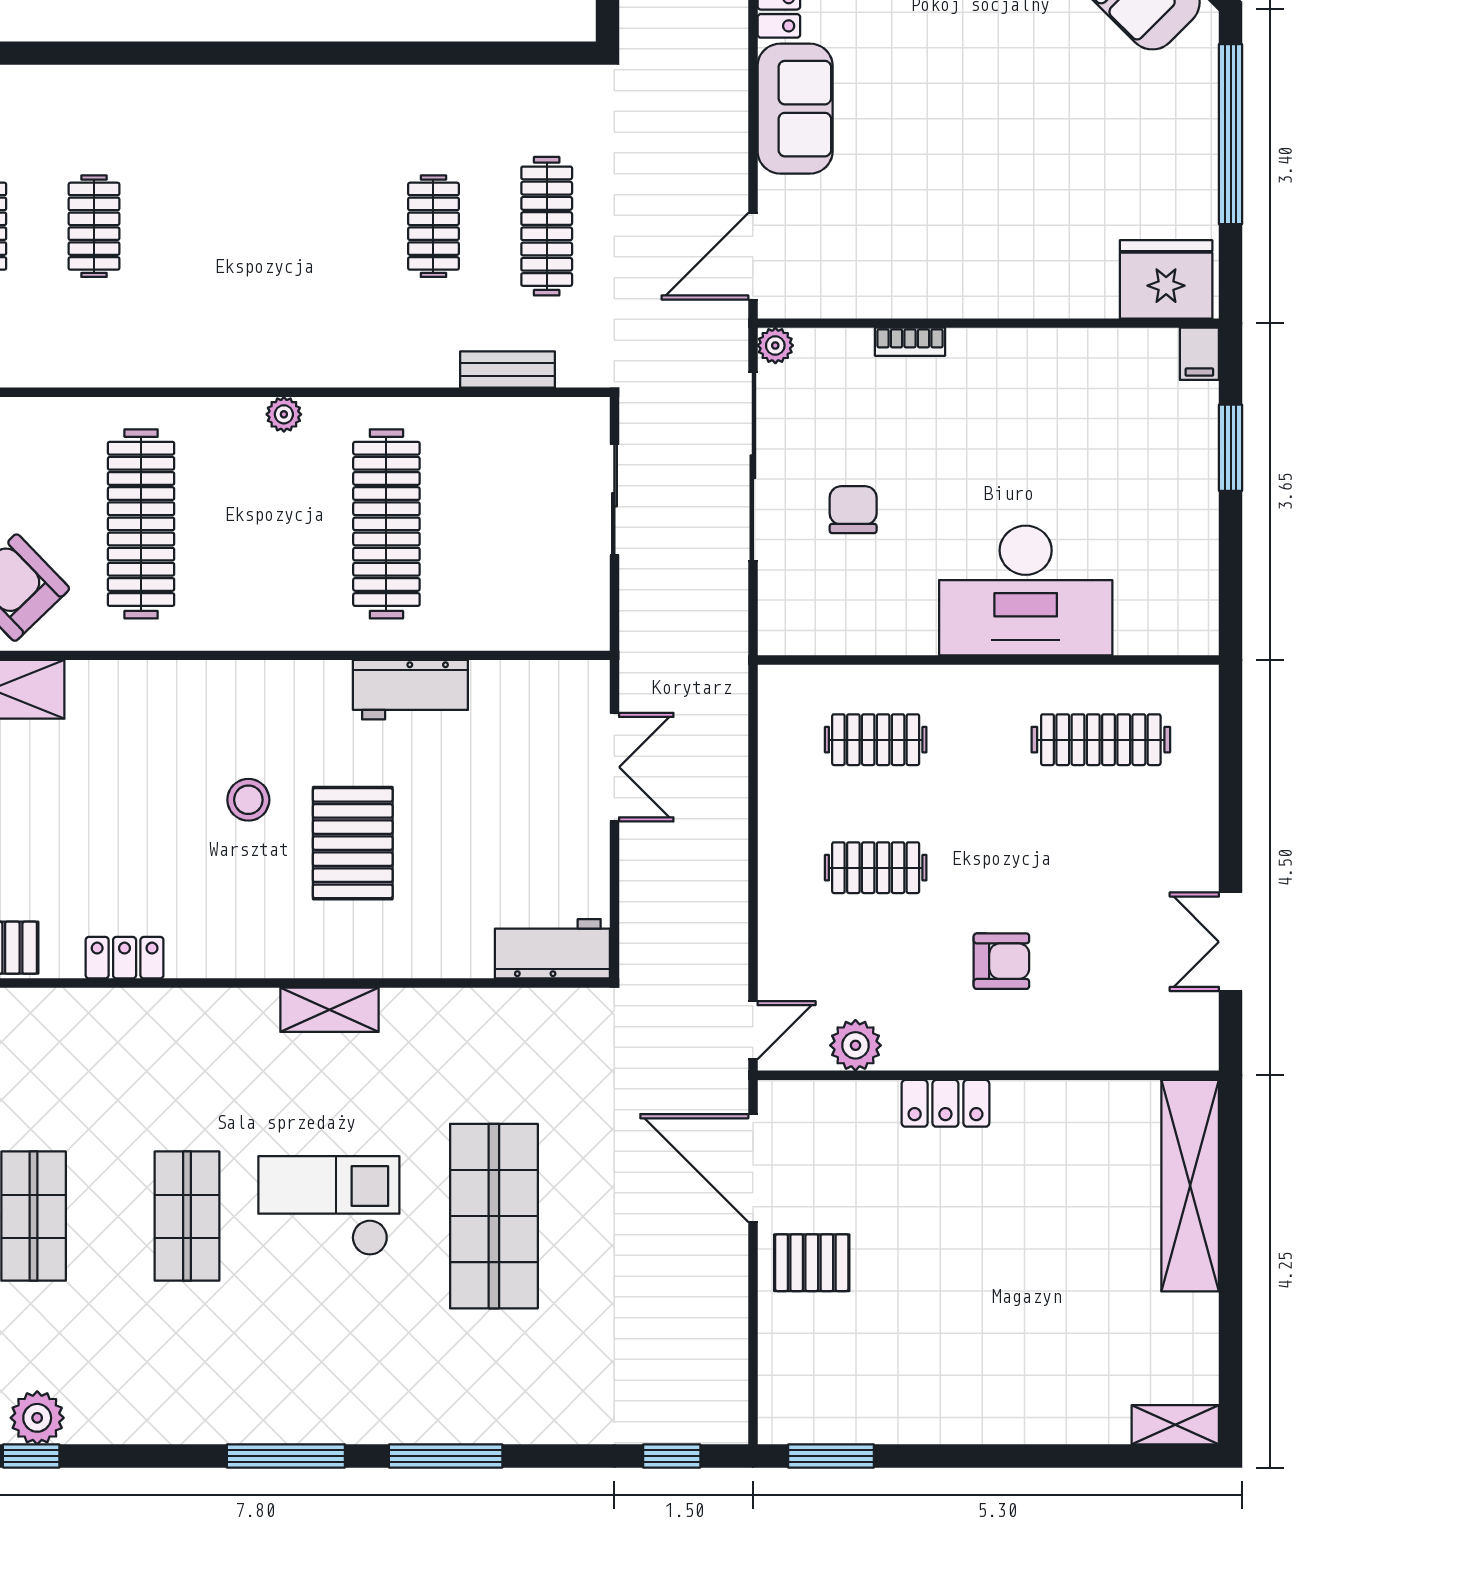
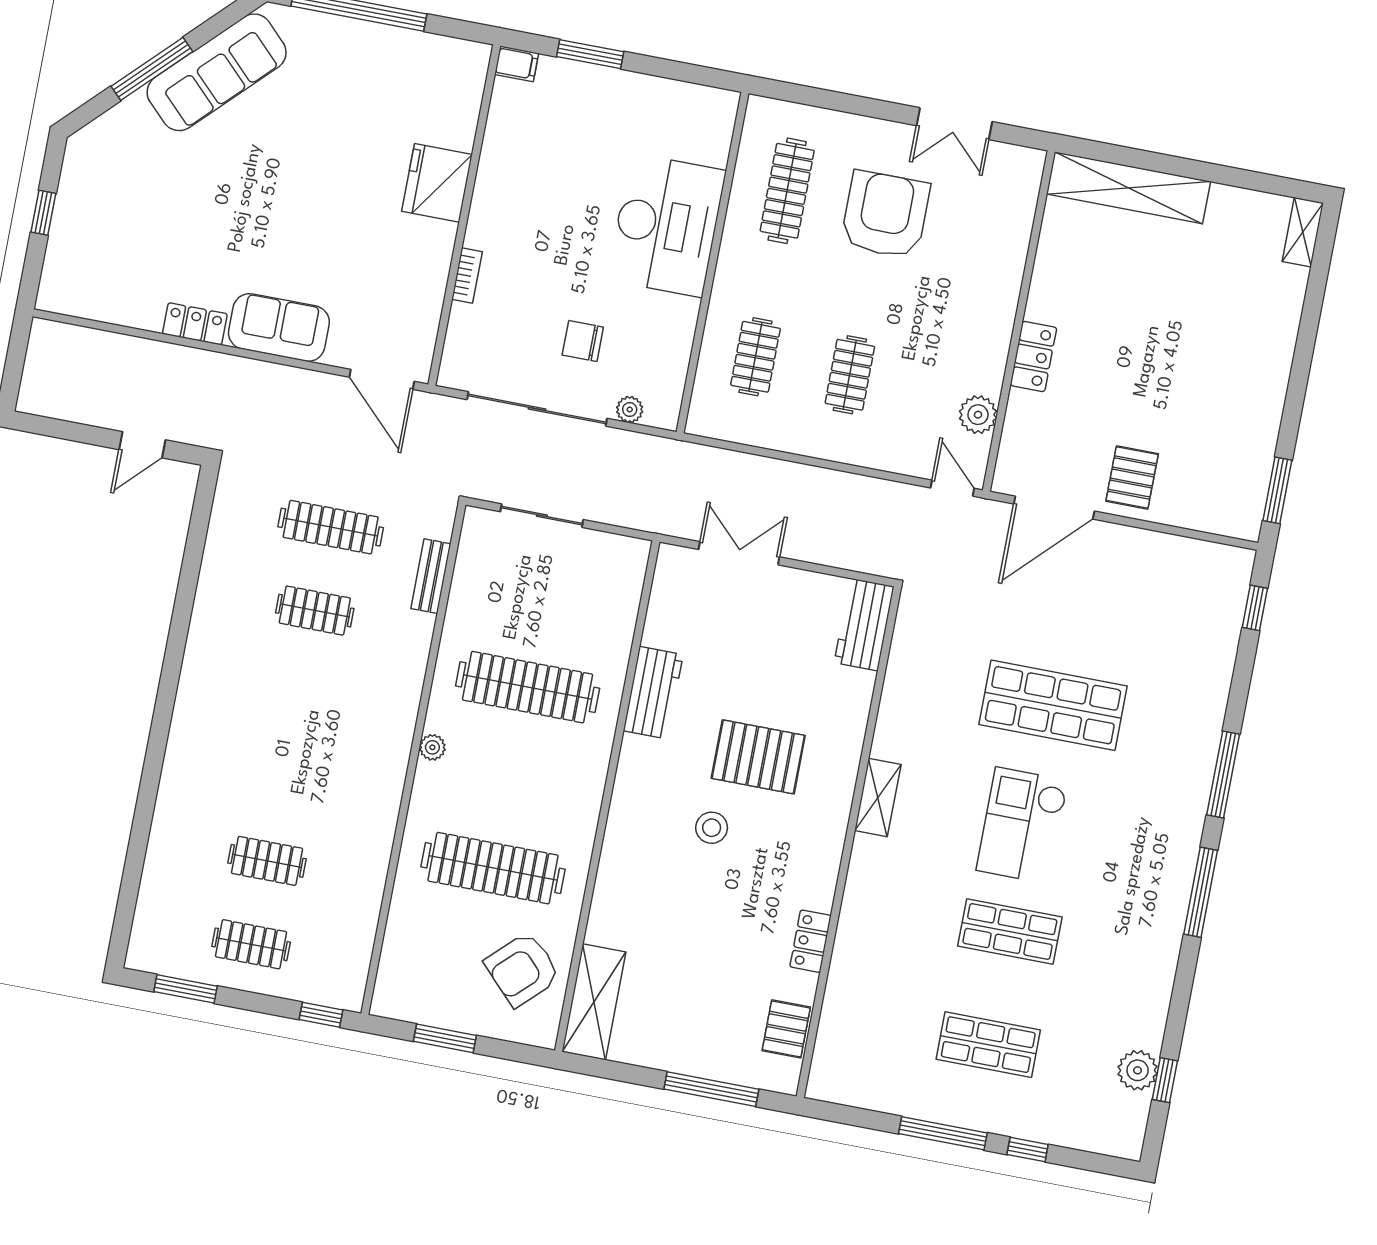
fridge: (1166, 279) -> (437, 183), moved
plant: (775, 345) -> (630, 409), moved
armchair: (1001, 961) -> (885, 215), moved, width x1.88, depth x1.88

